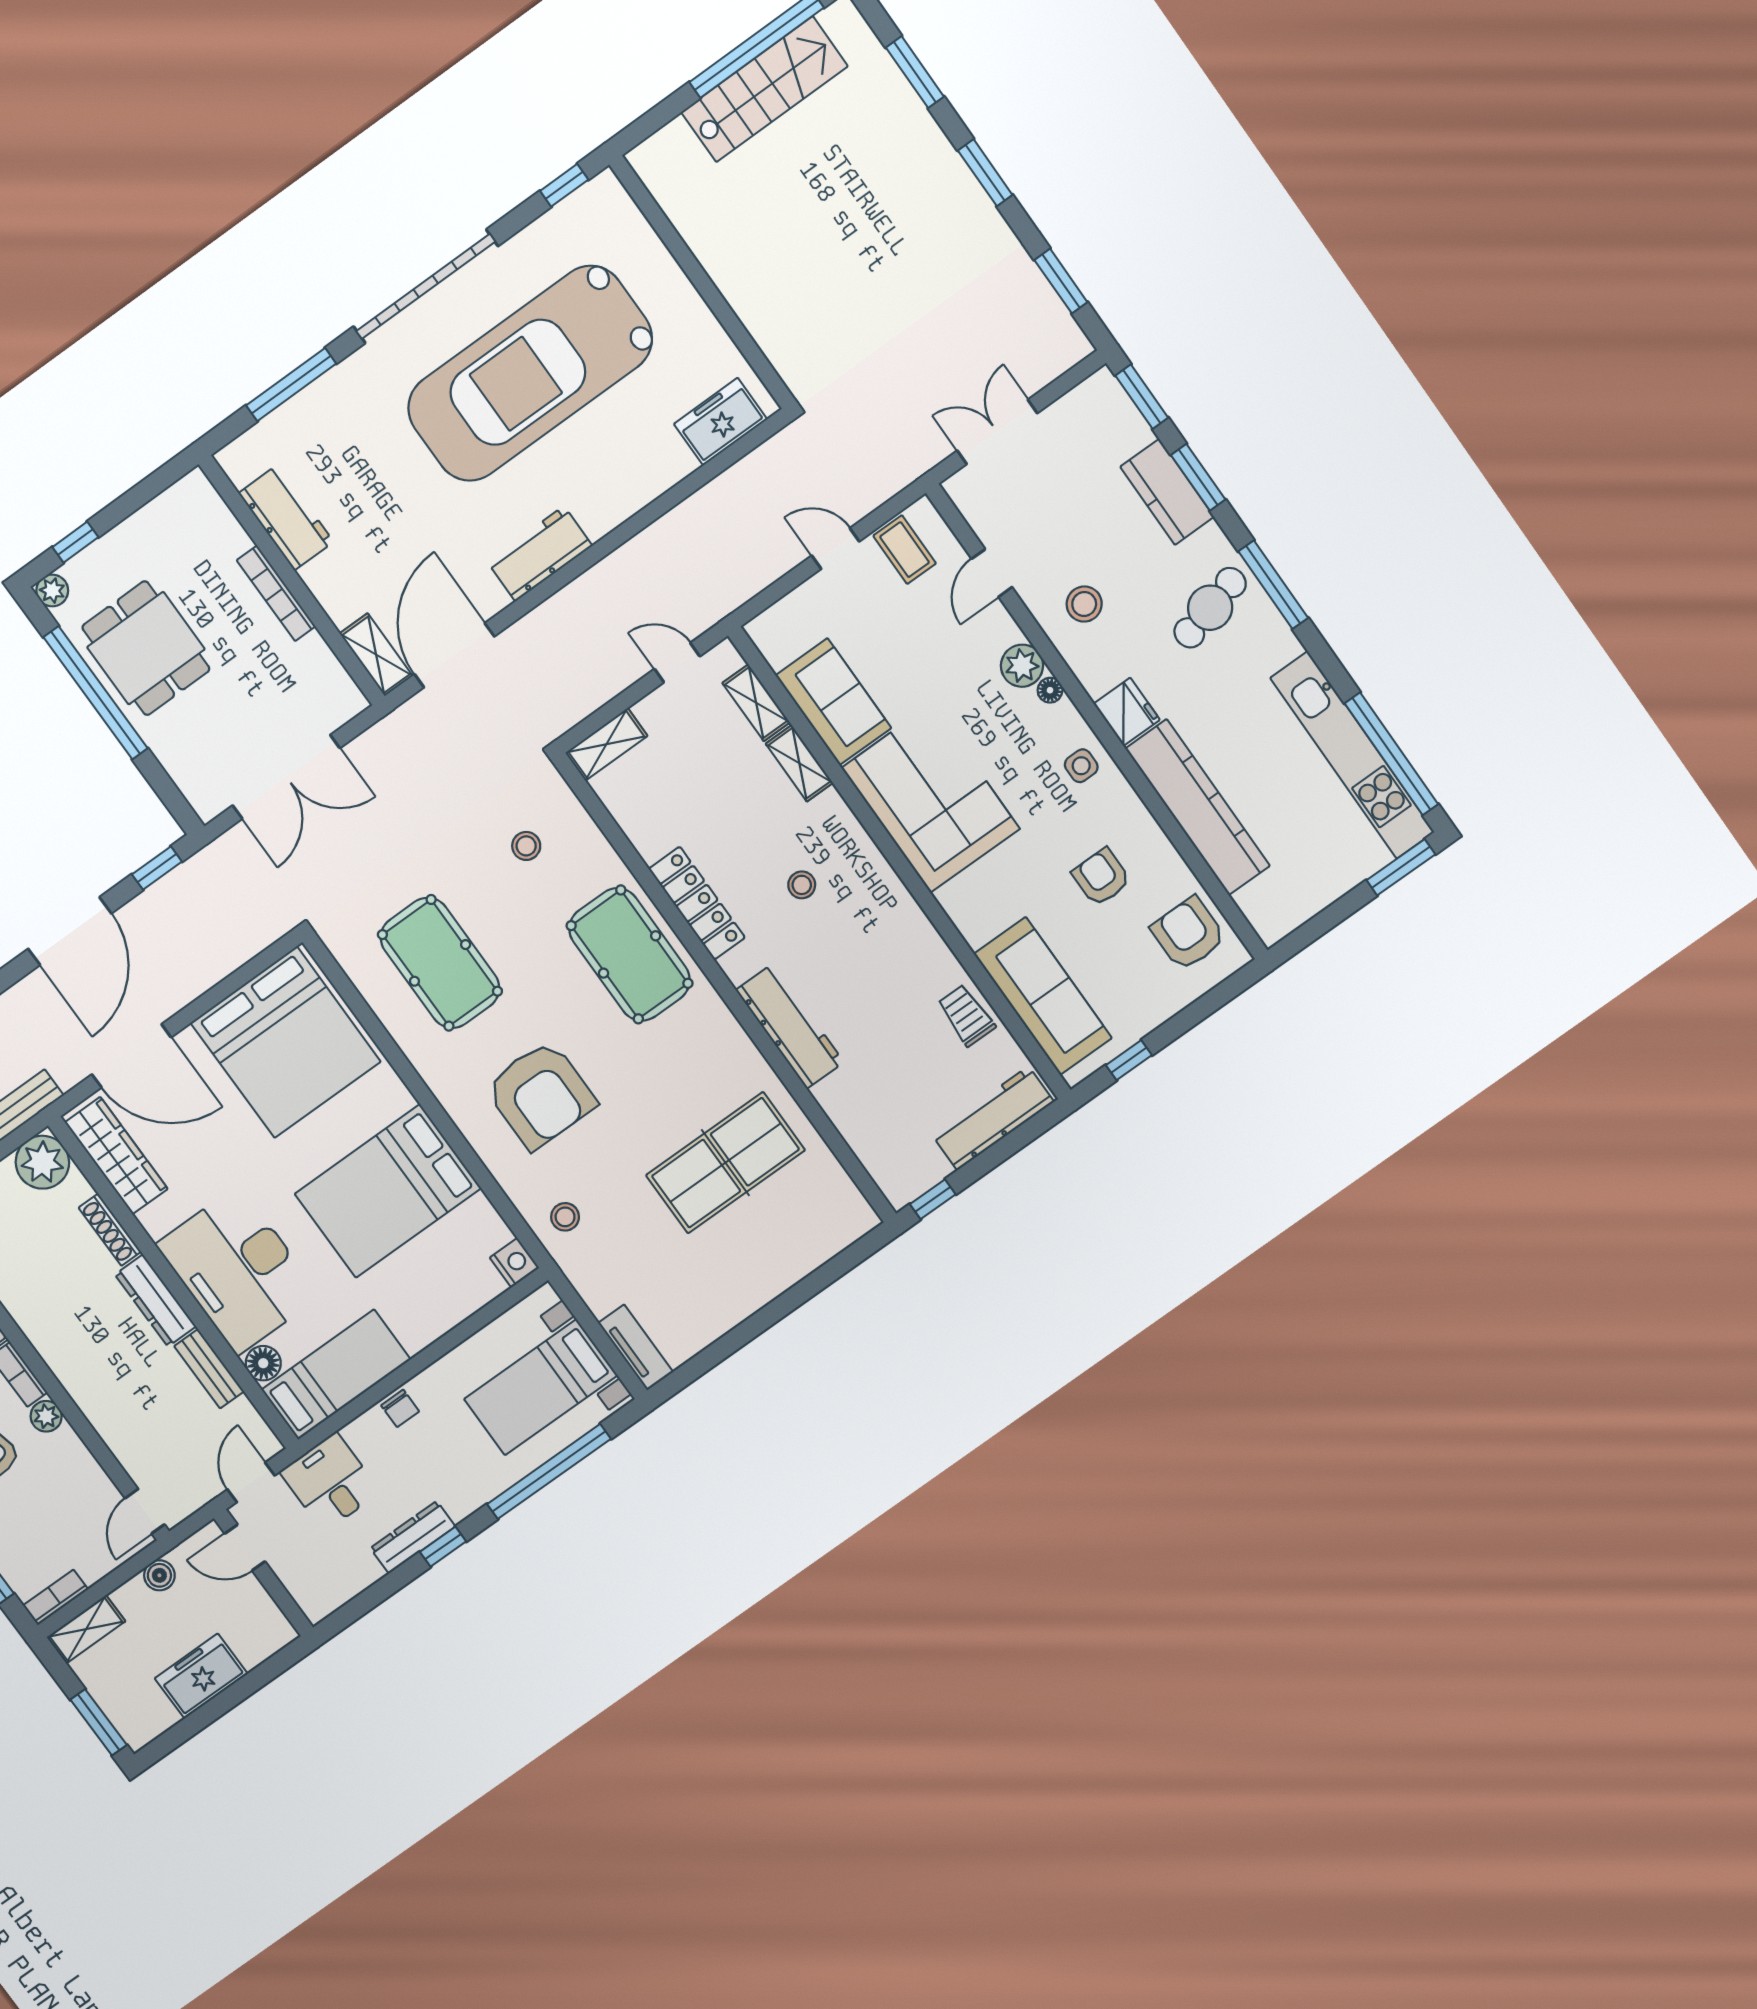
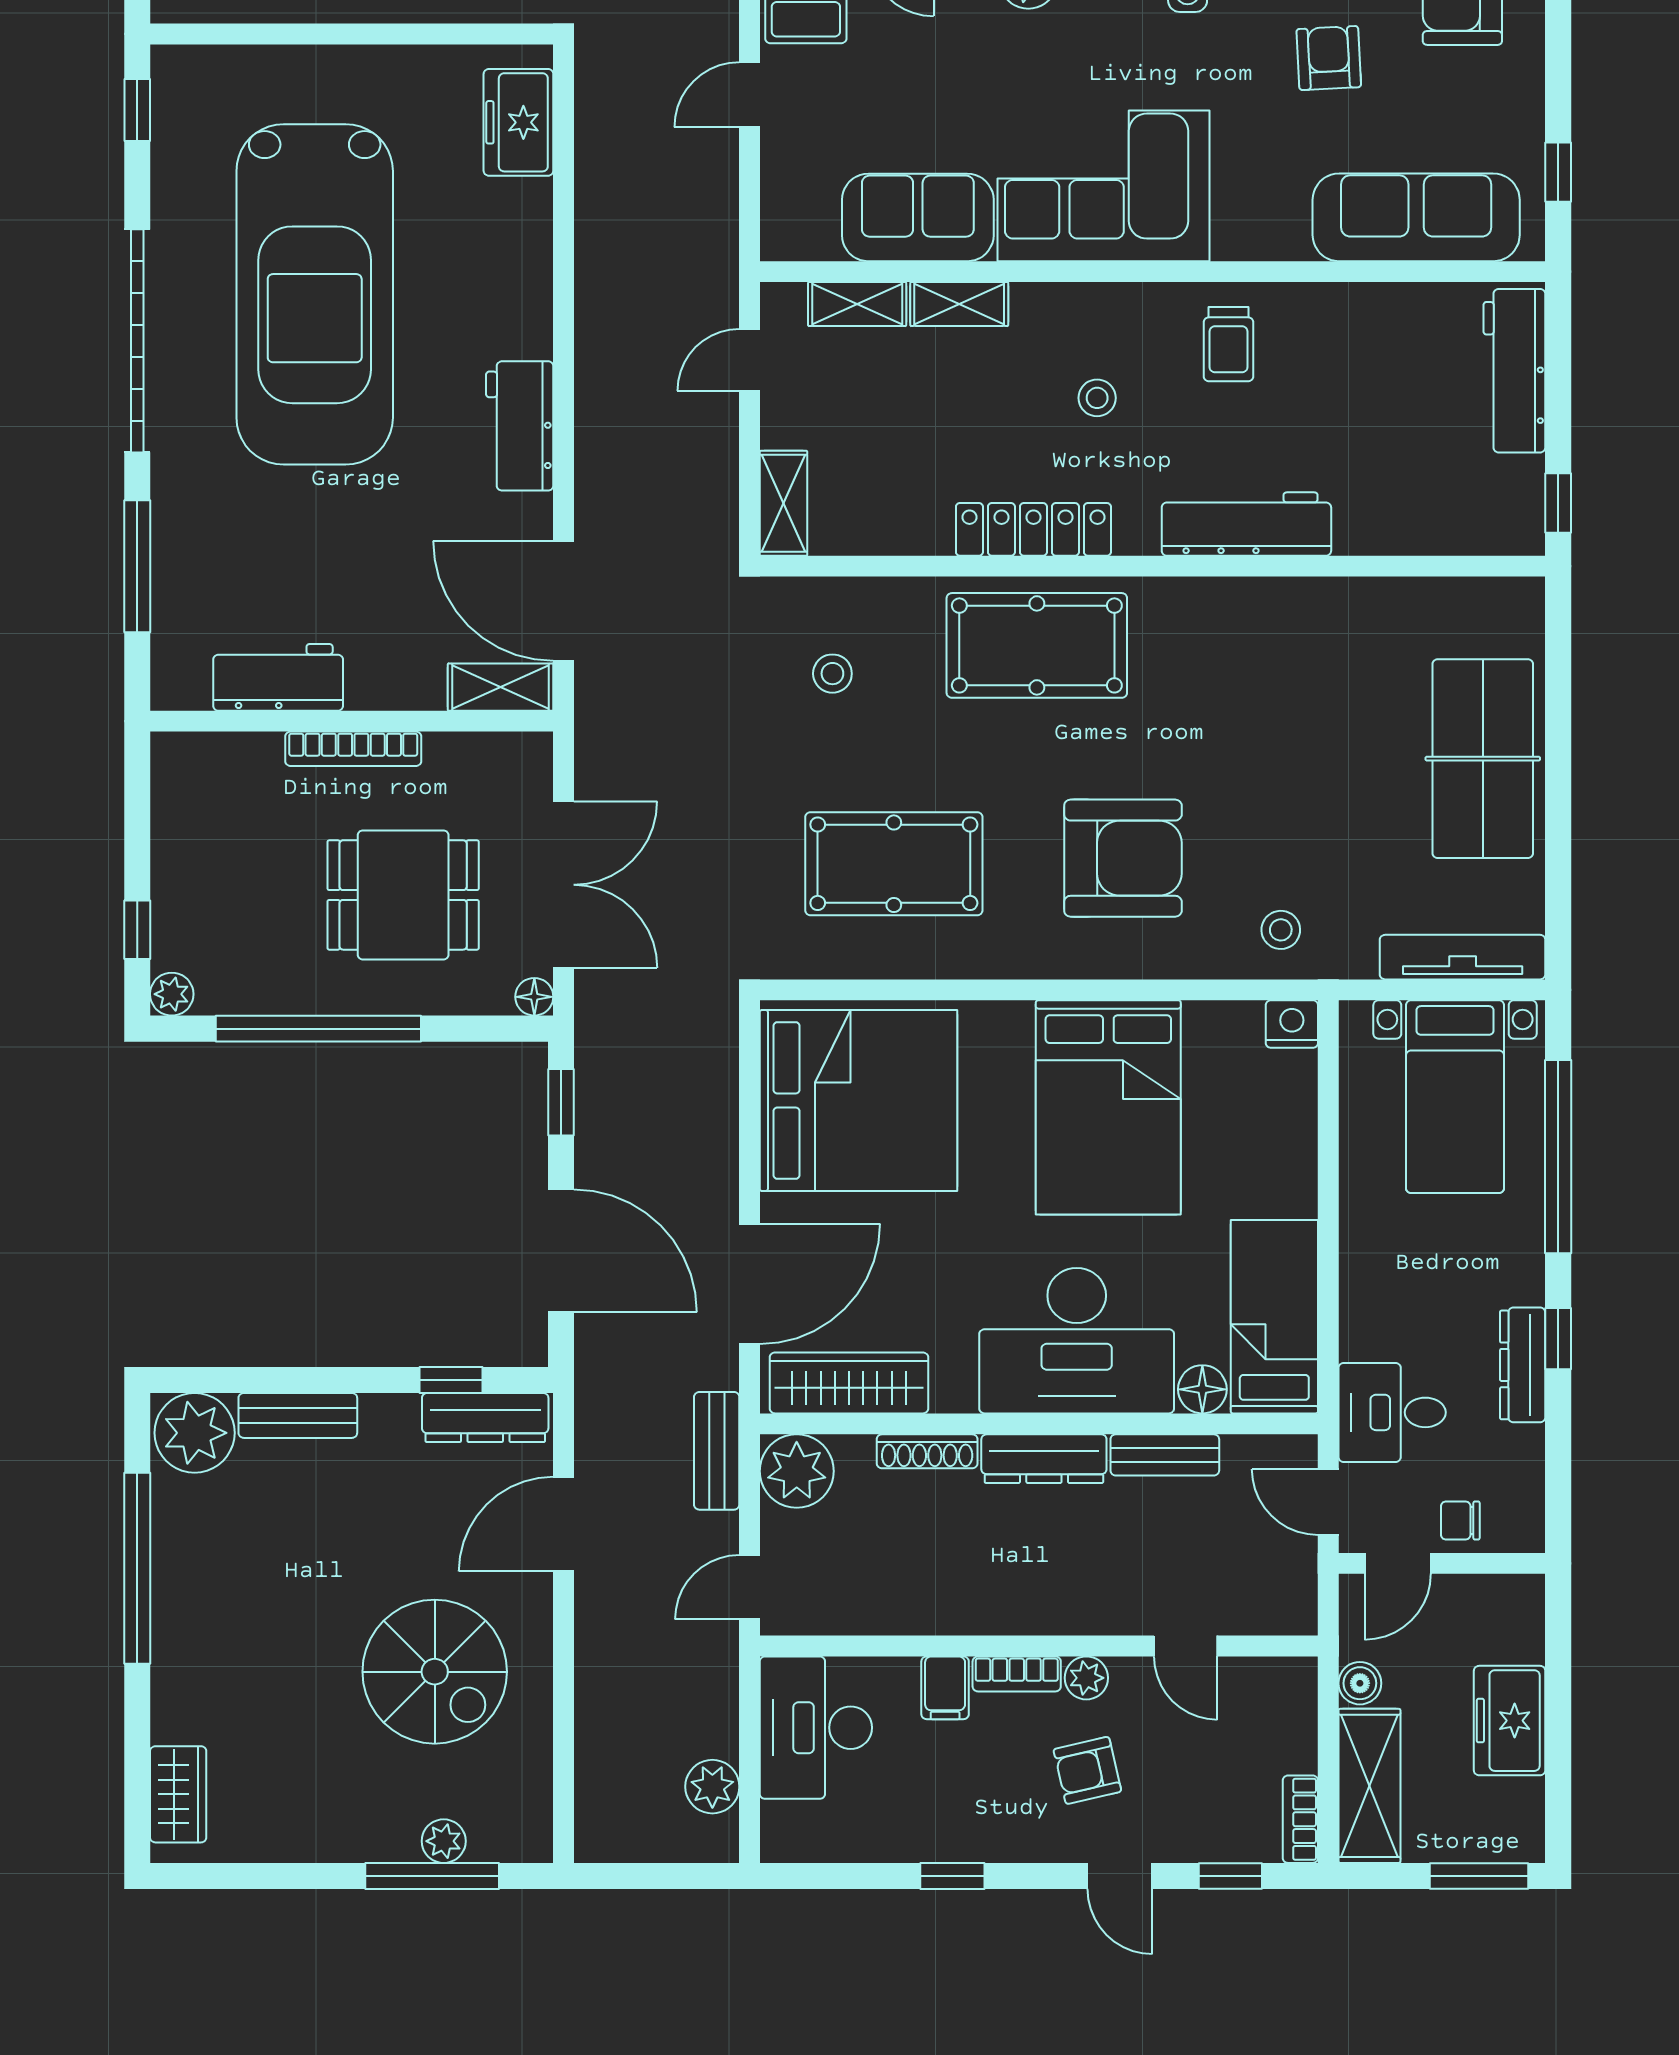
dining table: (146, 648) -> (403, 895), moved
floor lamp: (208, 807) -> (534, 997), added
armchair: (1101, 877) -> (1329, 58), turned 87
trolley: (966, 1015) -> (1229, 344), moved, turned -90
table tennis table: (725, 1163) -> (1483, 759), moved
tv unit: (636, 1347) -> (1463, 957), width x1.41
chair: (400, 1408) -> (1460, 1521), moved, turned 180
door: (145, 1511) -> (1186, 1646), moved
shelving: (86, 1629) -> (1369, 1786), width x1.50, depth x1.33

